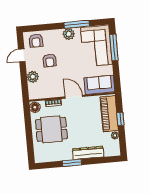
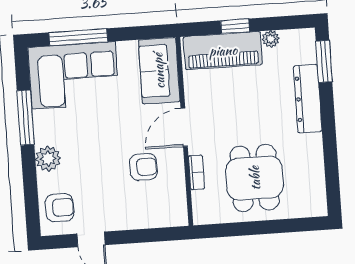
plant: (69, 34) -> (48, 159), moved
armchair: (50, 60) -> (143, 167), moved
plant: (33, 77) -> (139, 216), removed
floor lamp: (35, 107) -> (206, 213), removed
window: (72, 163) -> (324, 61), moved

